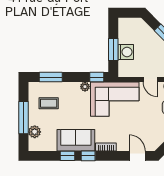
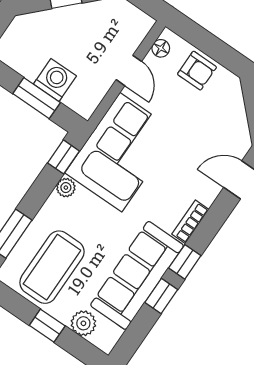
door: (150, 79) -> (129, 71), hinge flipped
coffee table: (49, 103) -> (52, 267), width x1.86, depth x1.72
window: (23, 118) -> (47, 326), width x0.46
sofa: (76, 140) -> (137, 275), width x1.36

